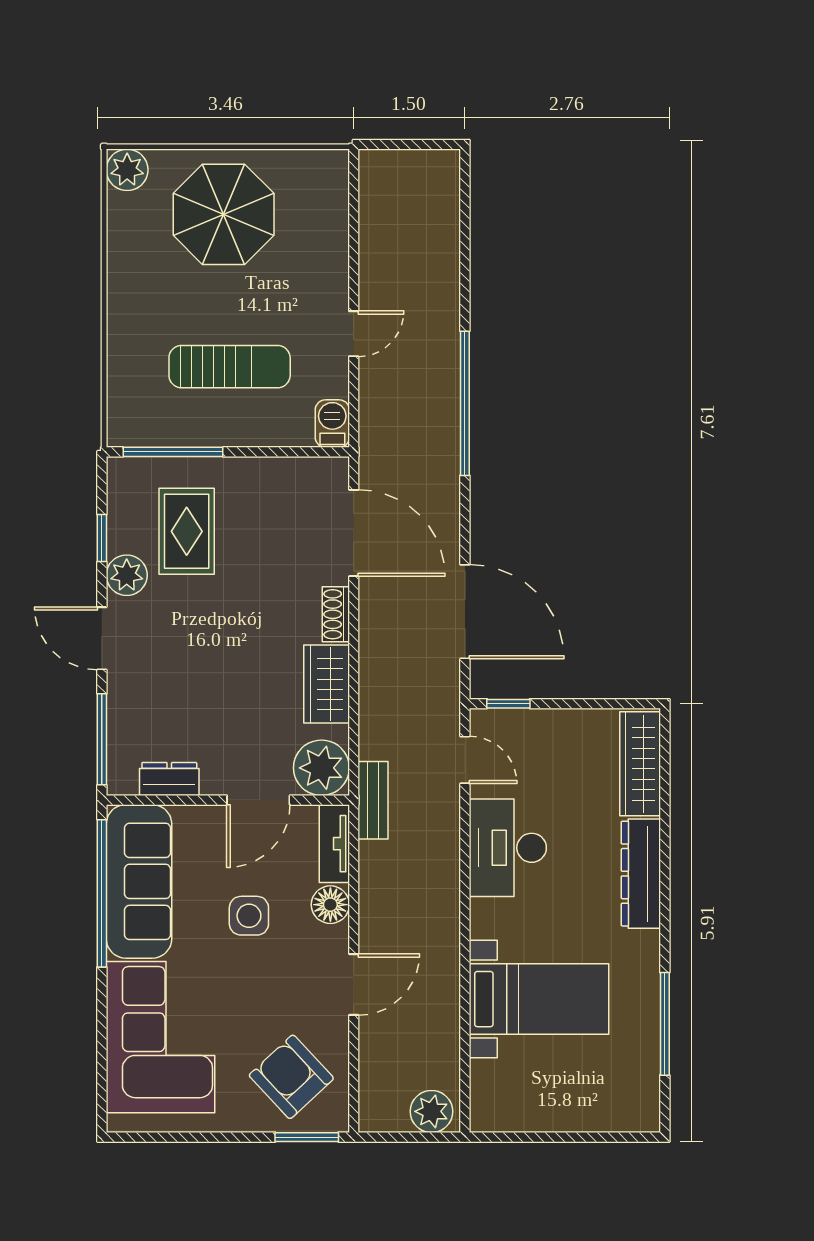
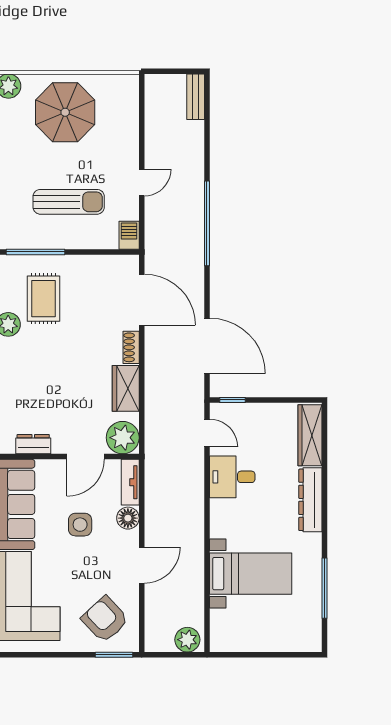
bench: (373, 800) -> (196, 97), moved
desk: (508, 848) -> (232, 477), width x0.73

